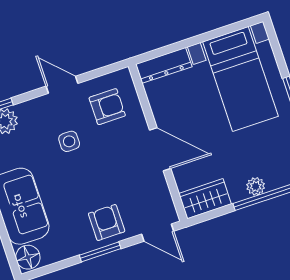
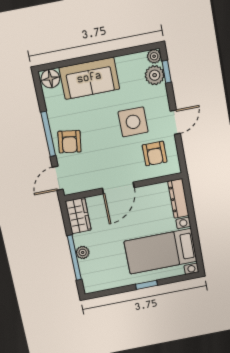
side table: (69, 141) -> (133, 122), width x1.87, depth x1.87
armchair: (107, 222) -> (69, 142), turned 98
window: (100, 252) -> (48, 134), width x1.44

